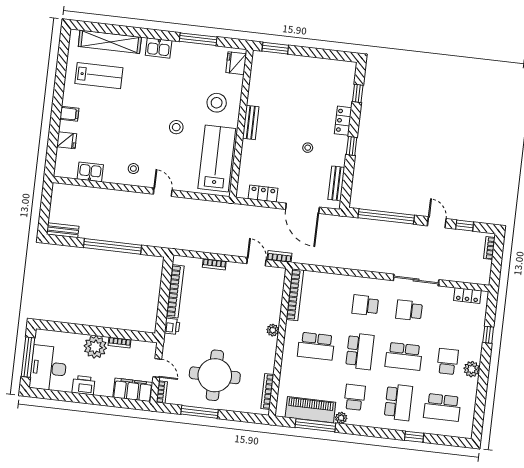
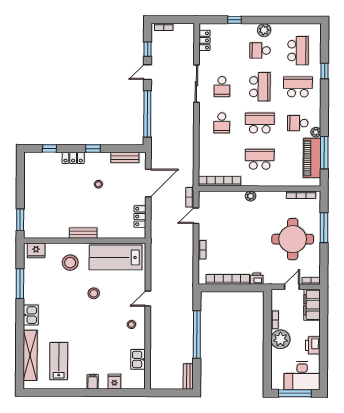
school desk: (316, 346) -> (260, 159), turned -90
window: (200, 412) -> (324, 228), moved

